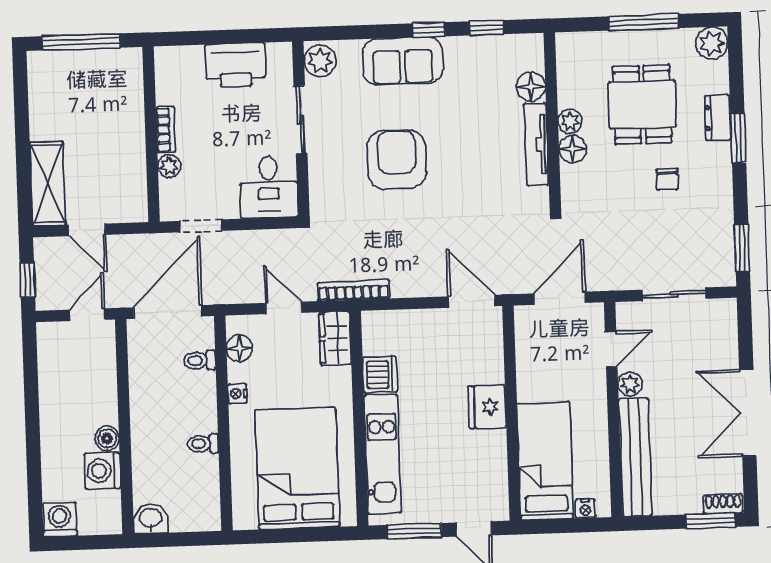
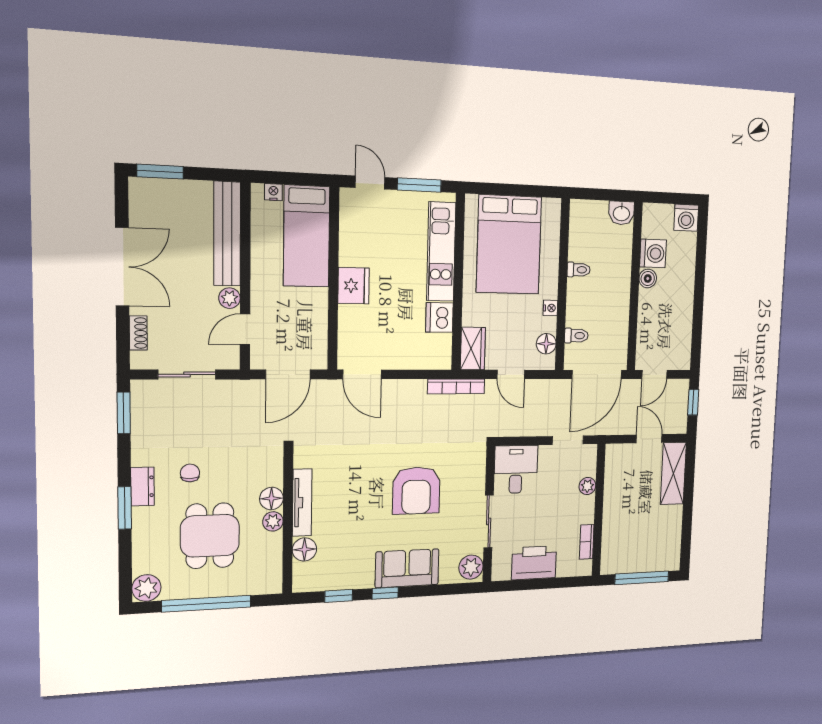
window: (643, 22) -> (207, 604), width x1.46
dresser: (718, 118) -> (143, 486), moved
bookcase: (166, 129) -> (587, 542), moved
shoe rack: (723, 504) -> (138, 333), moved, turned -90

